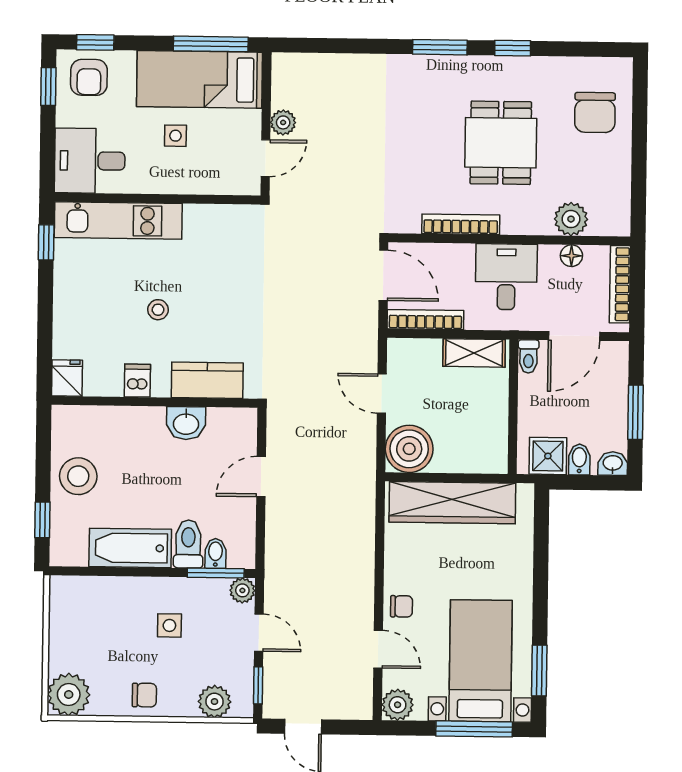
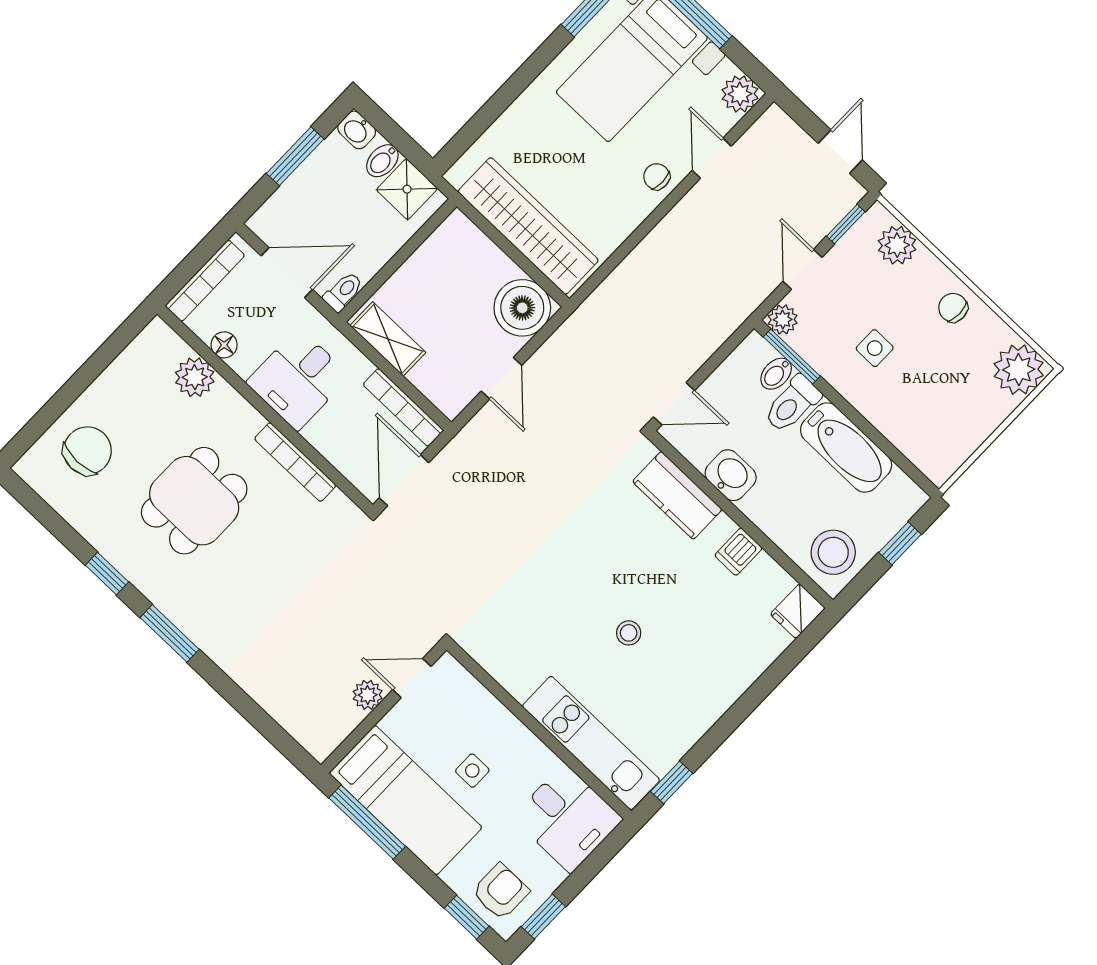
fridge: (67, 378) -> (798, 611), moved
kitchen counter: (207, 380) -> (677, 495), moved
dishwasher: (137, 381) -> (738, 552), moved
wall: (155, 402) -> (741, 519), moved
washbasin: (186, 423) -> (731, 475), moved

